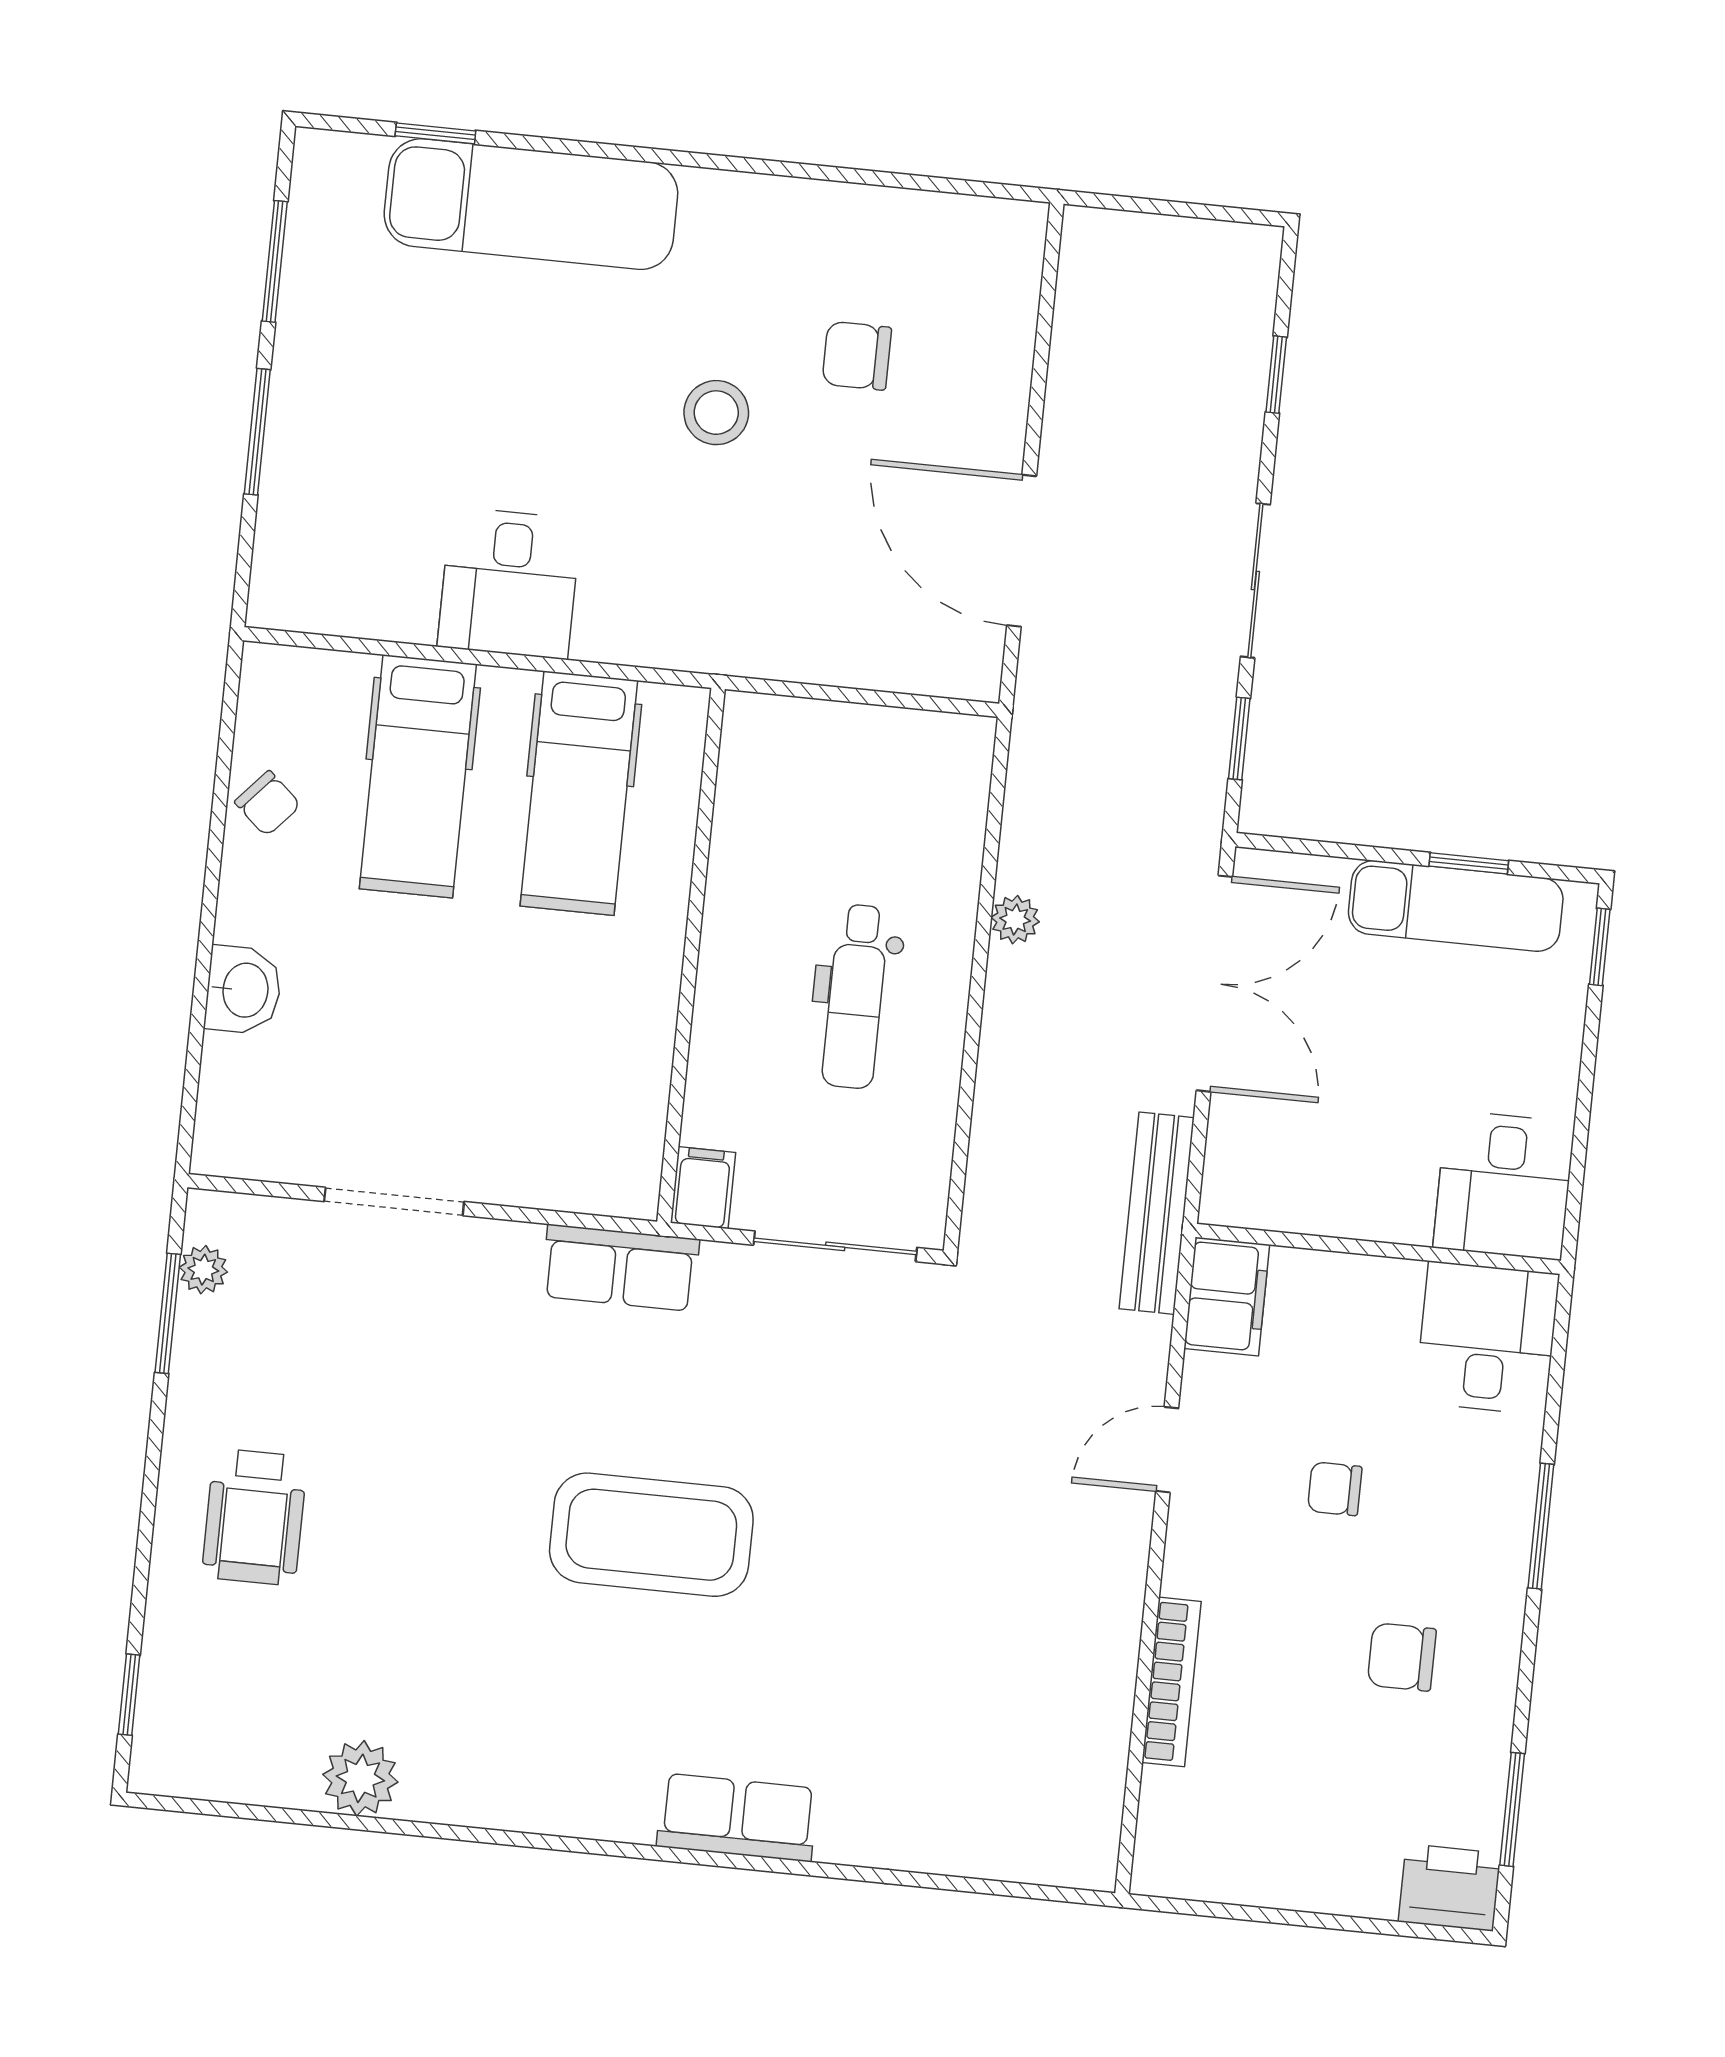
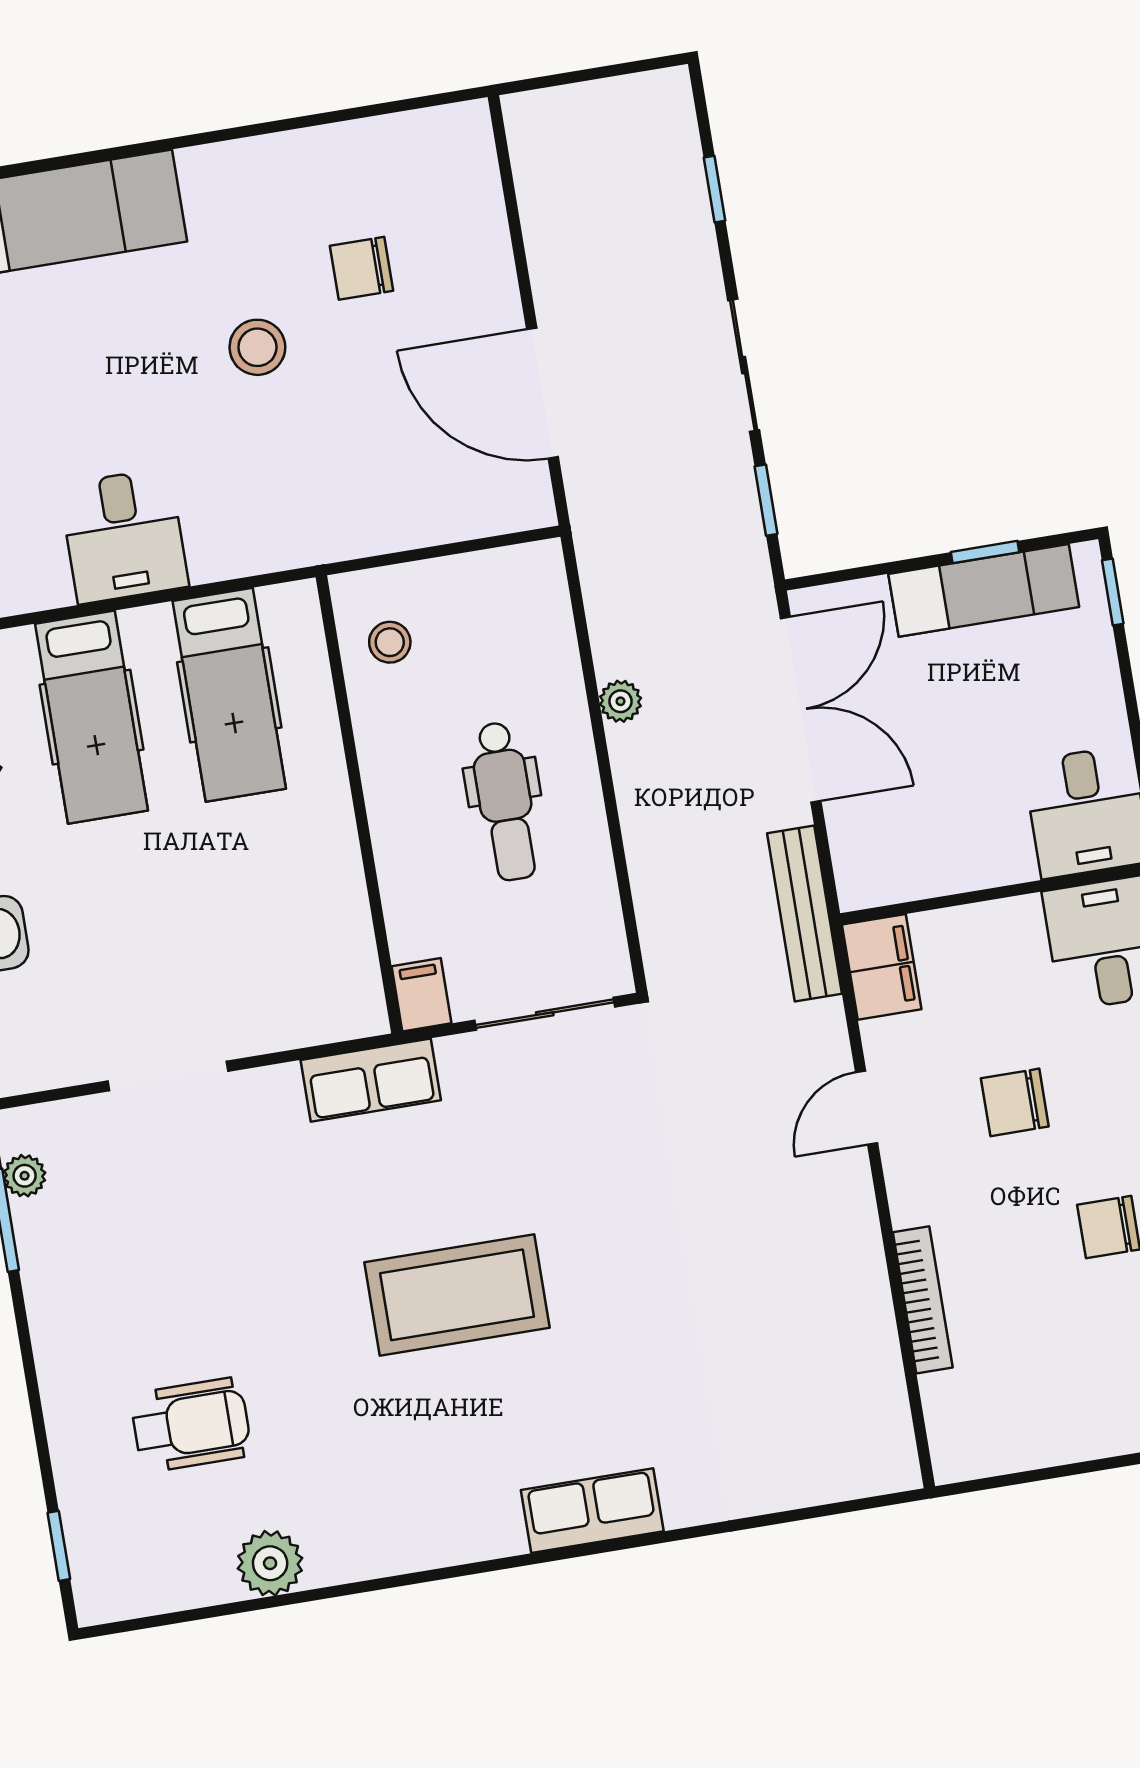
stool: (775, 783) -> (390, 642), added
chair: (1335, 1489) -> (1015, 1102), width x1.37, depth x1.37
wheelchair: (254, 1517) -> (191, 1425), moved, turned -90

